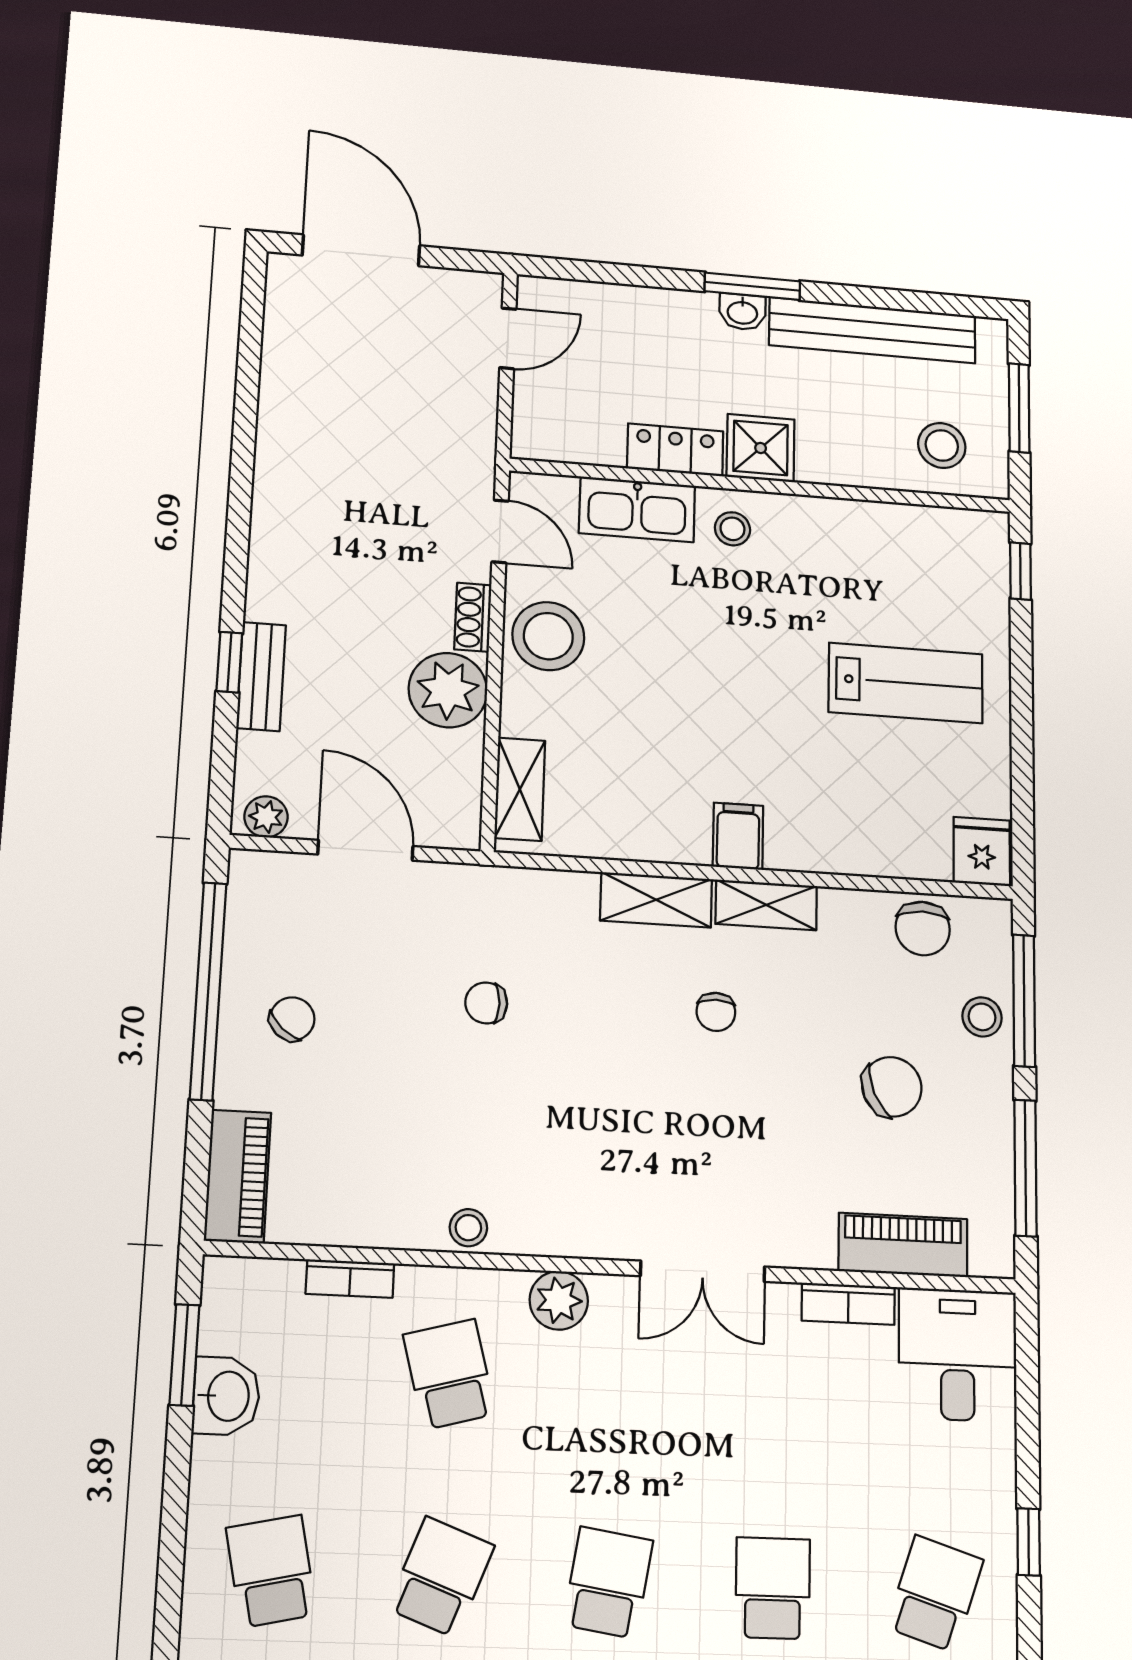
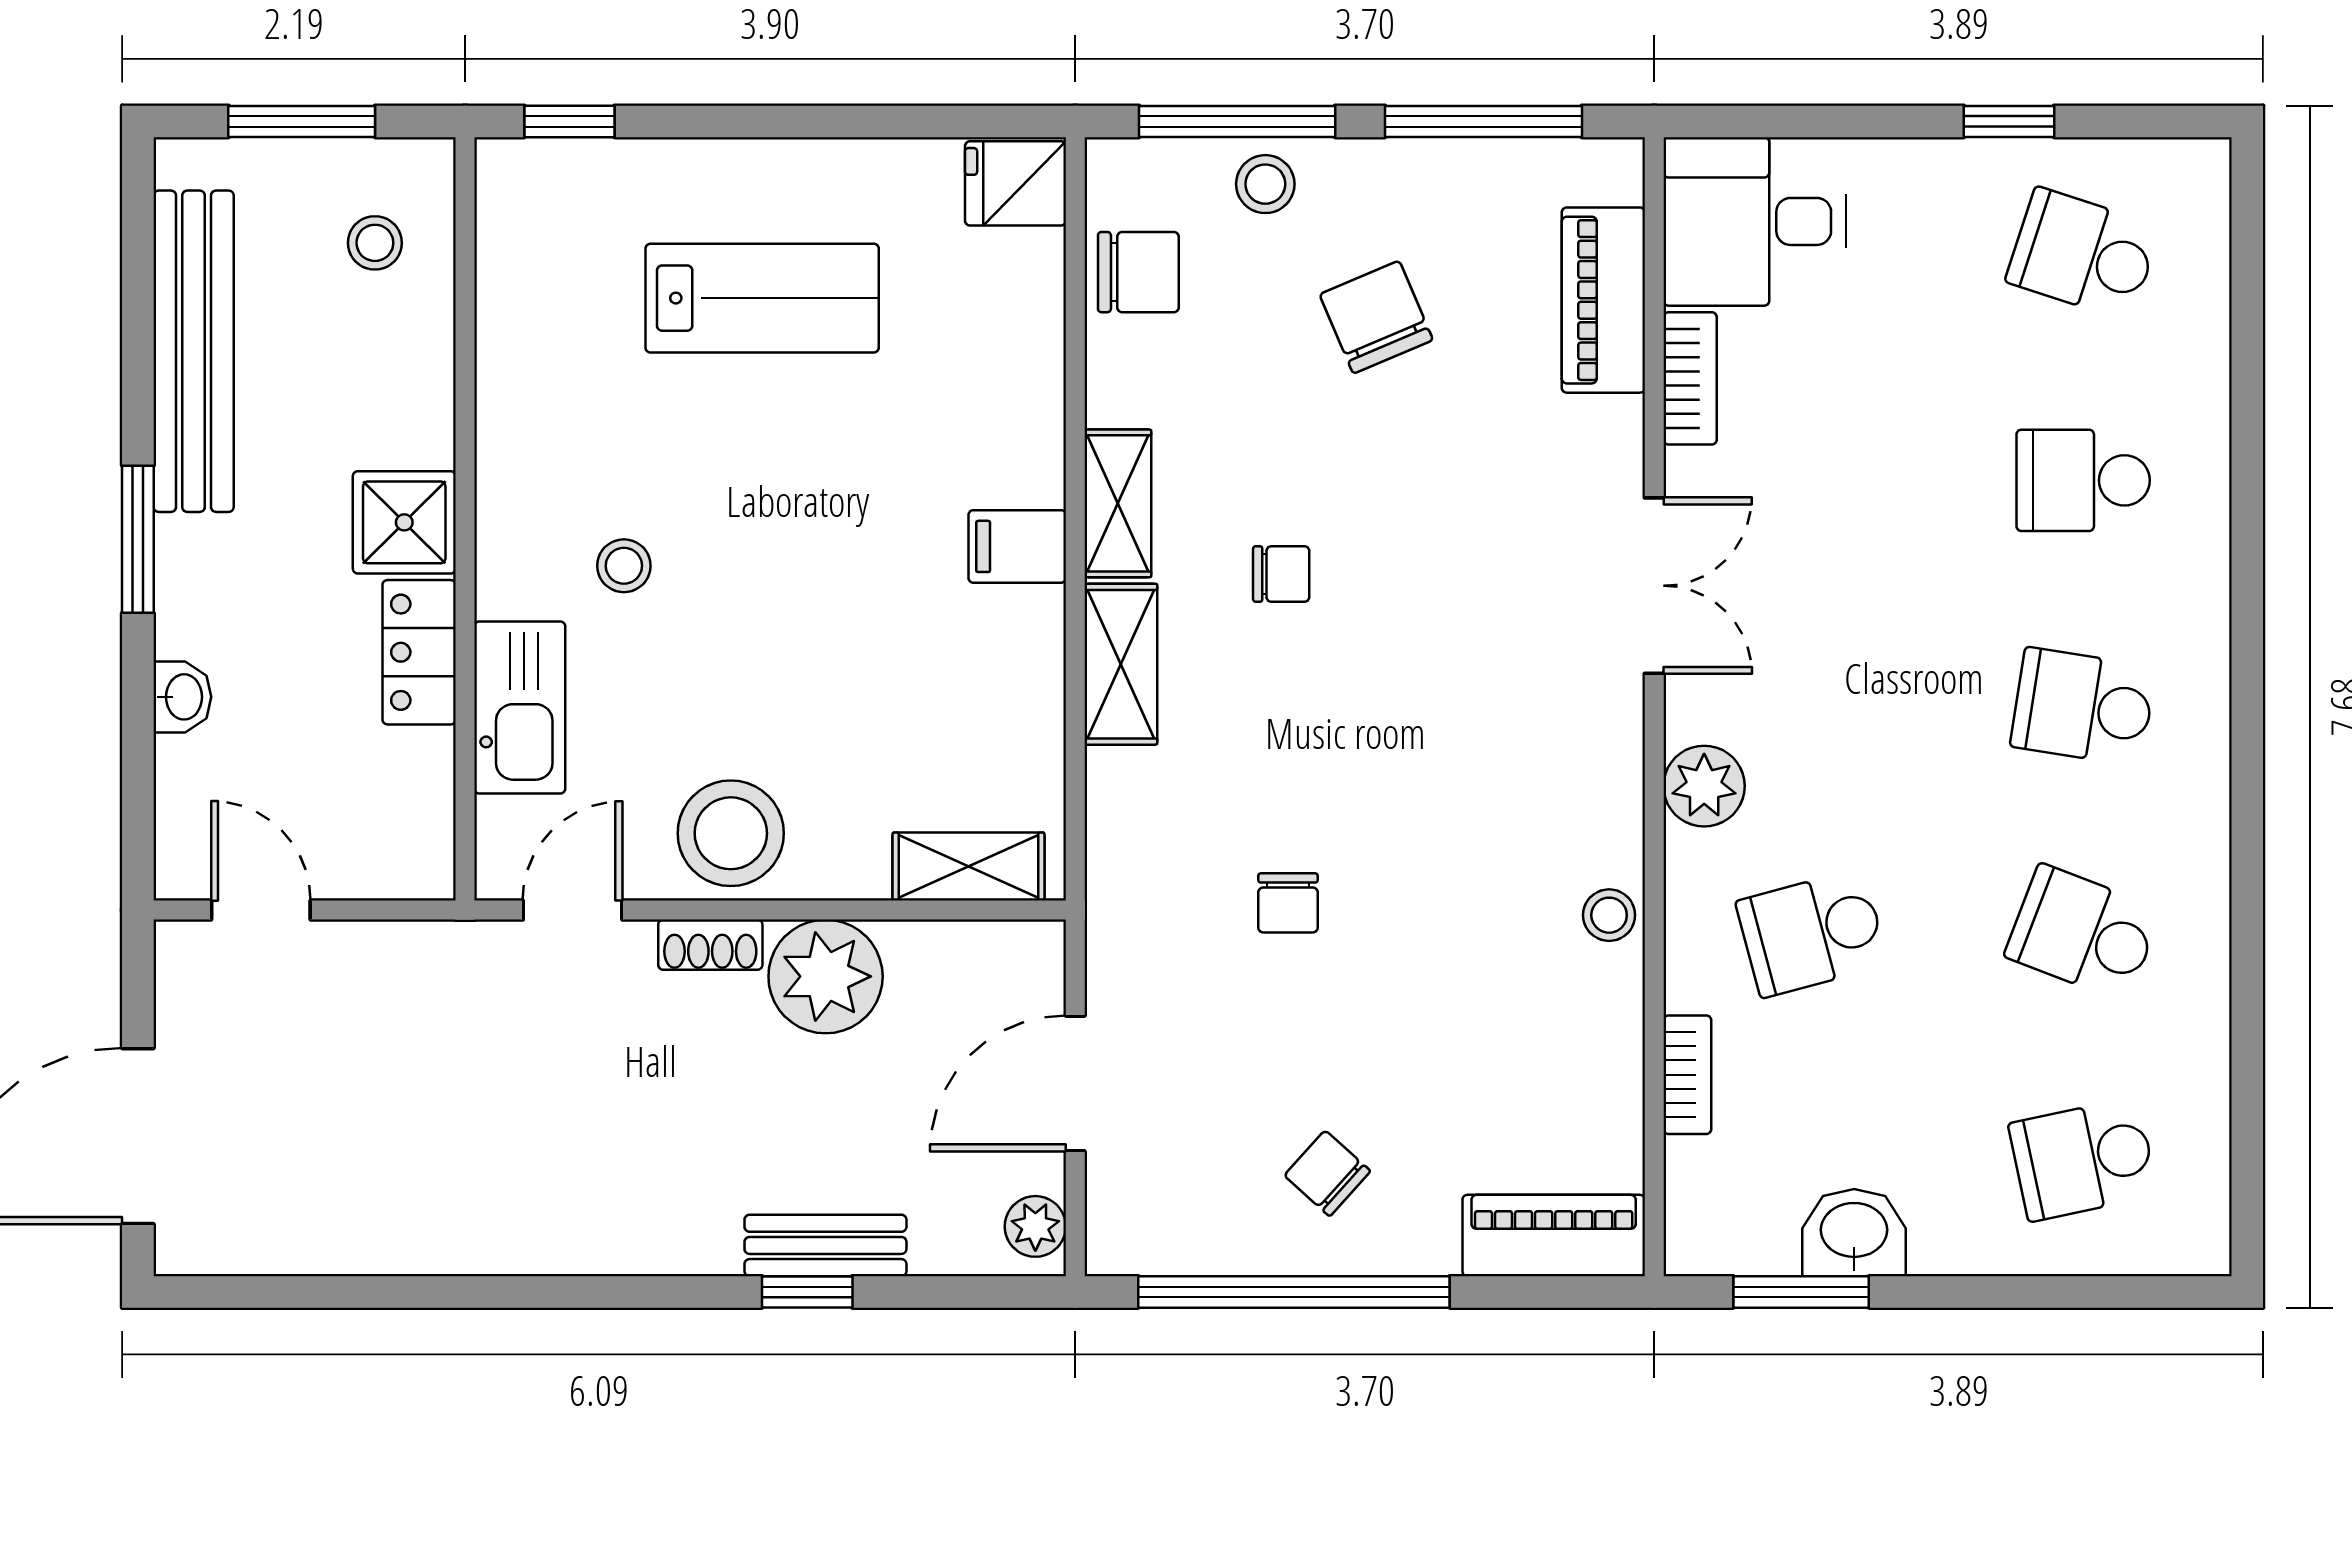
washbasin: (742, 312) -> (182, 697), moved
stool: (942, 445) -> (375, 243), width x0.73, depth x0.73
stool: (732, 529) -> (624, 566), moved
lab bench: (906, 683) -> (762, 298), turned 90

